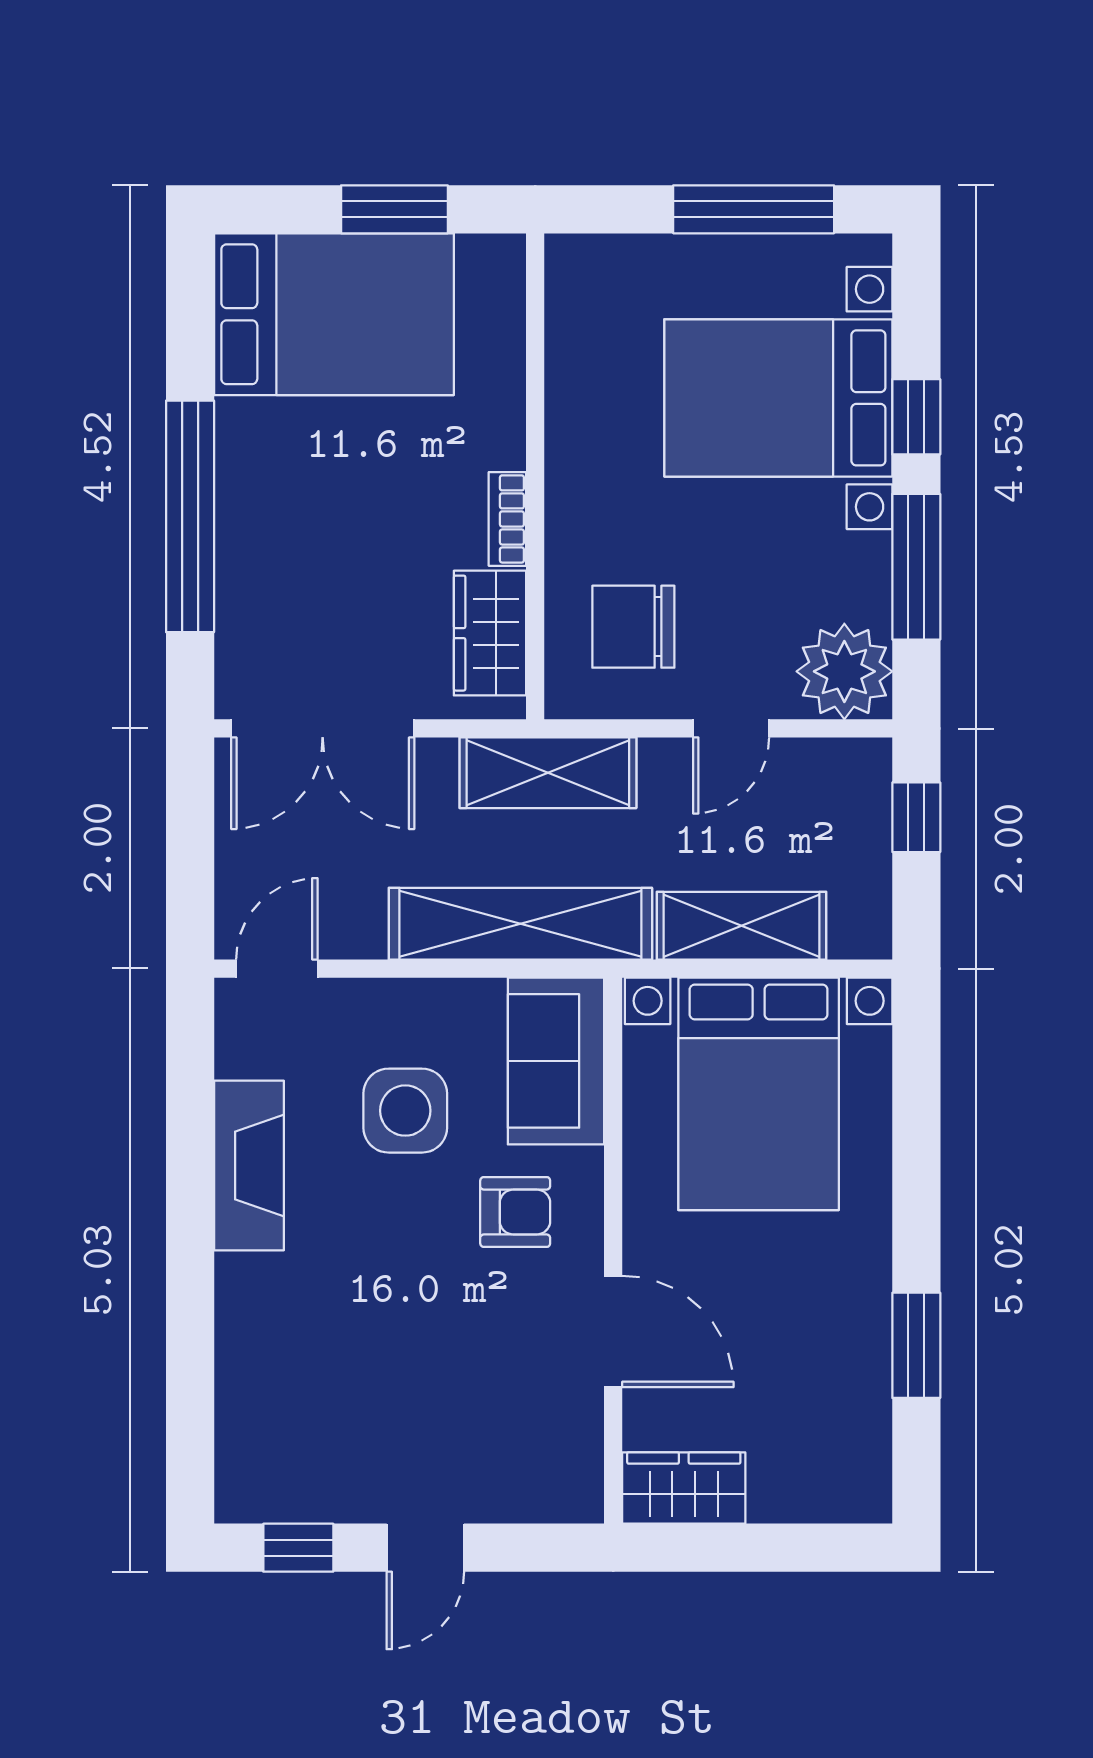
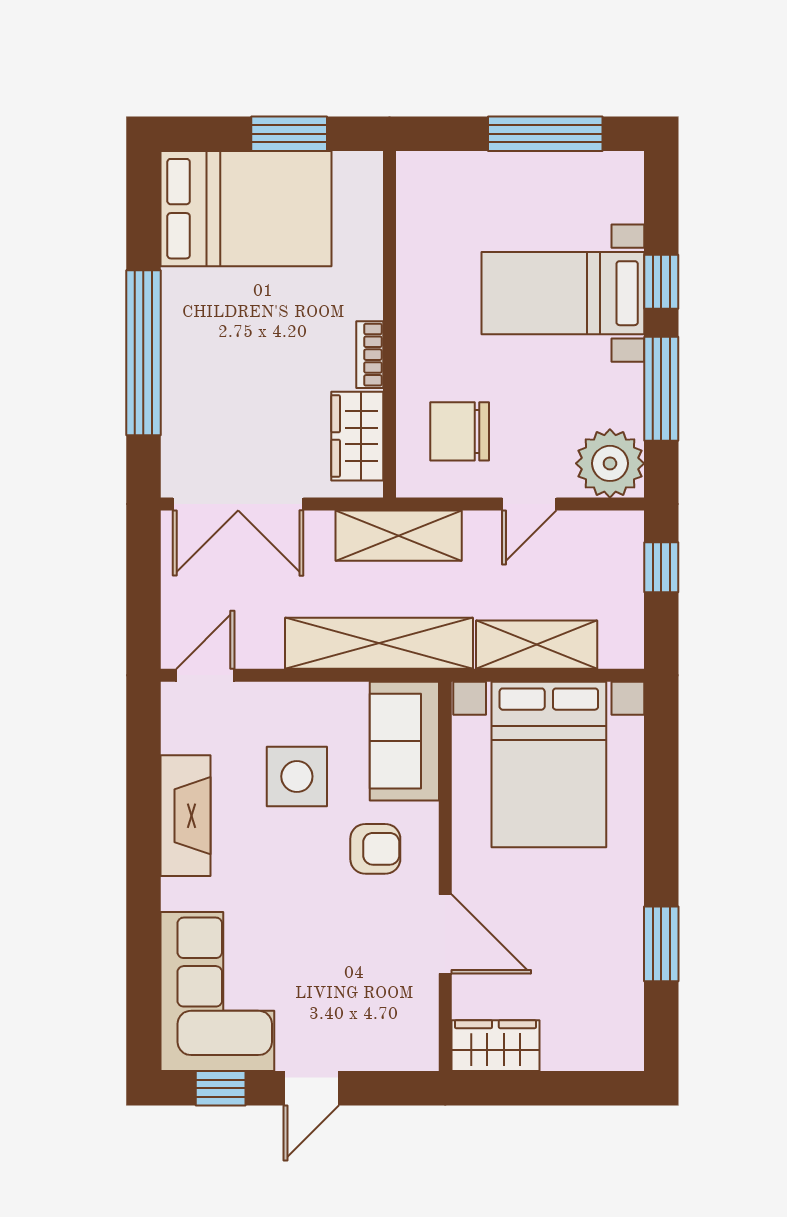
bed with nightstands: (778, 398) -> (563, 293), width x0.73
corner sofa: (294, 1412) -> (217, 992), added

